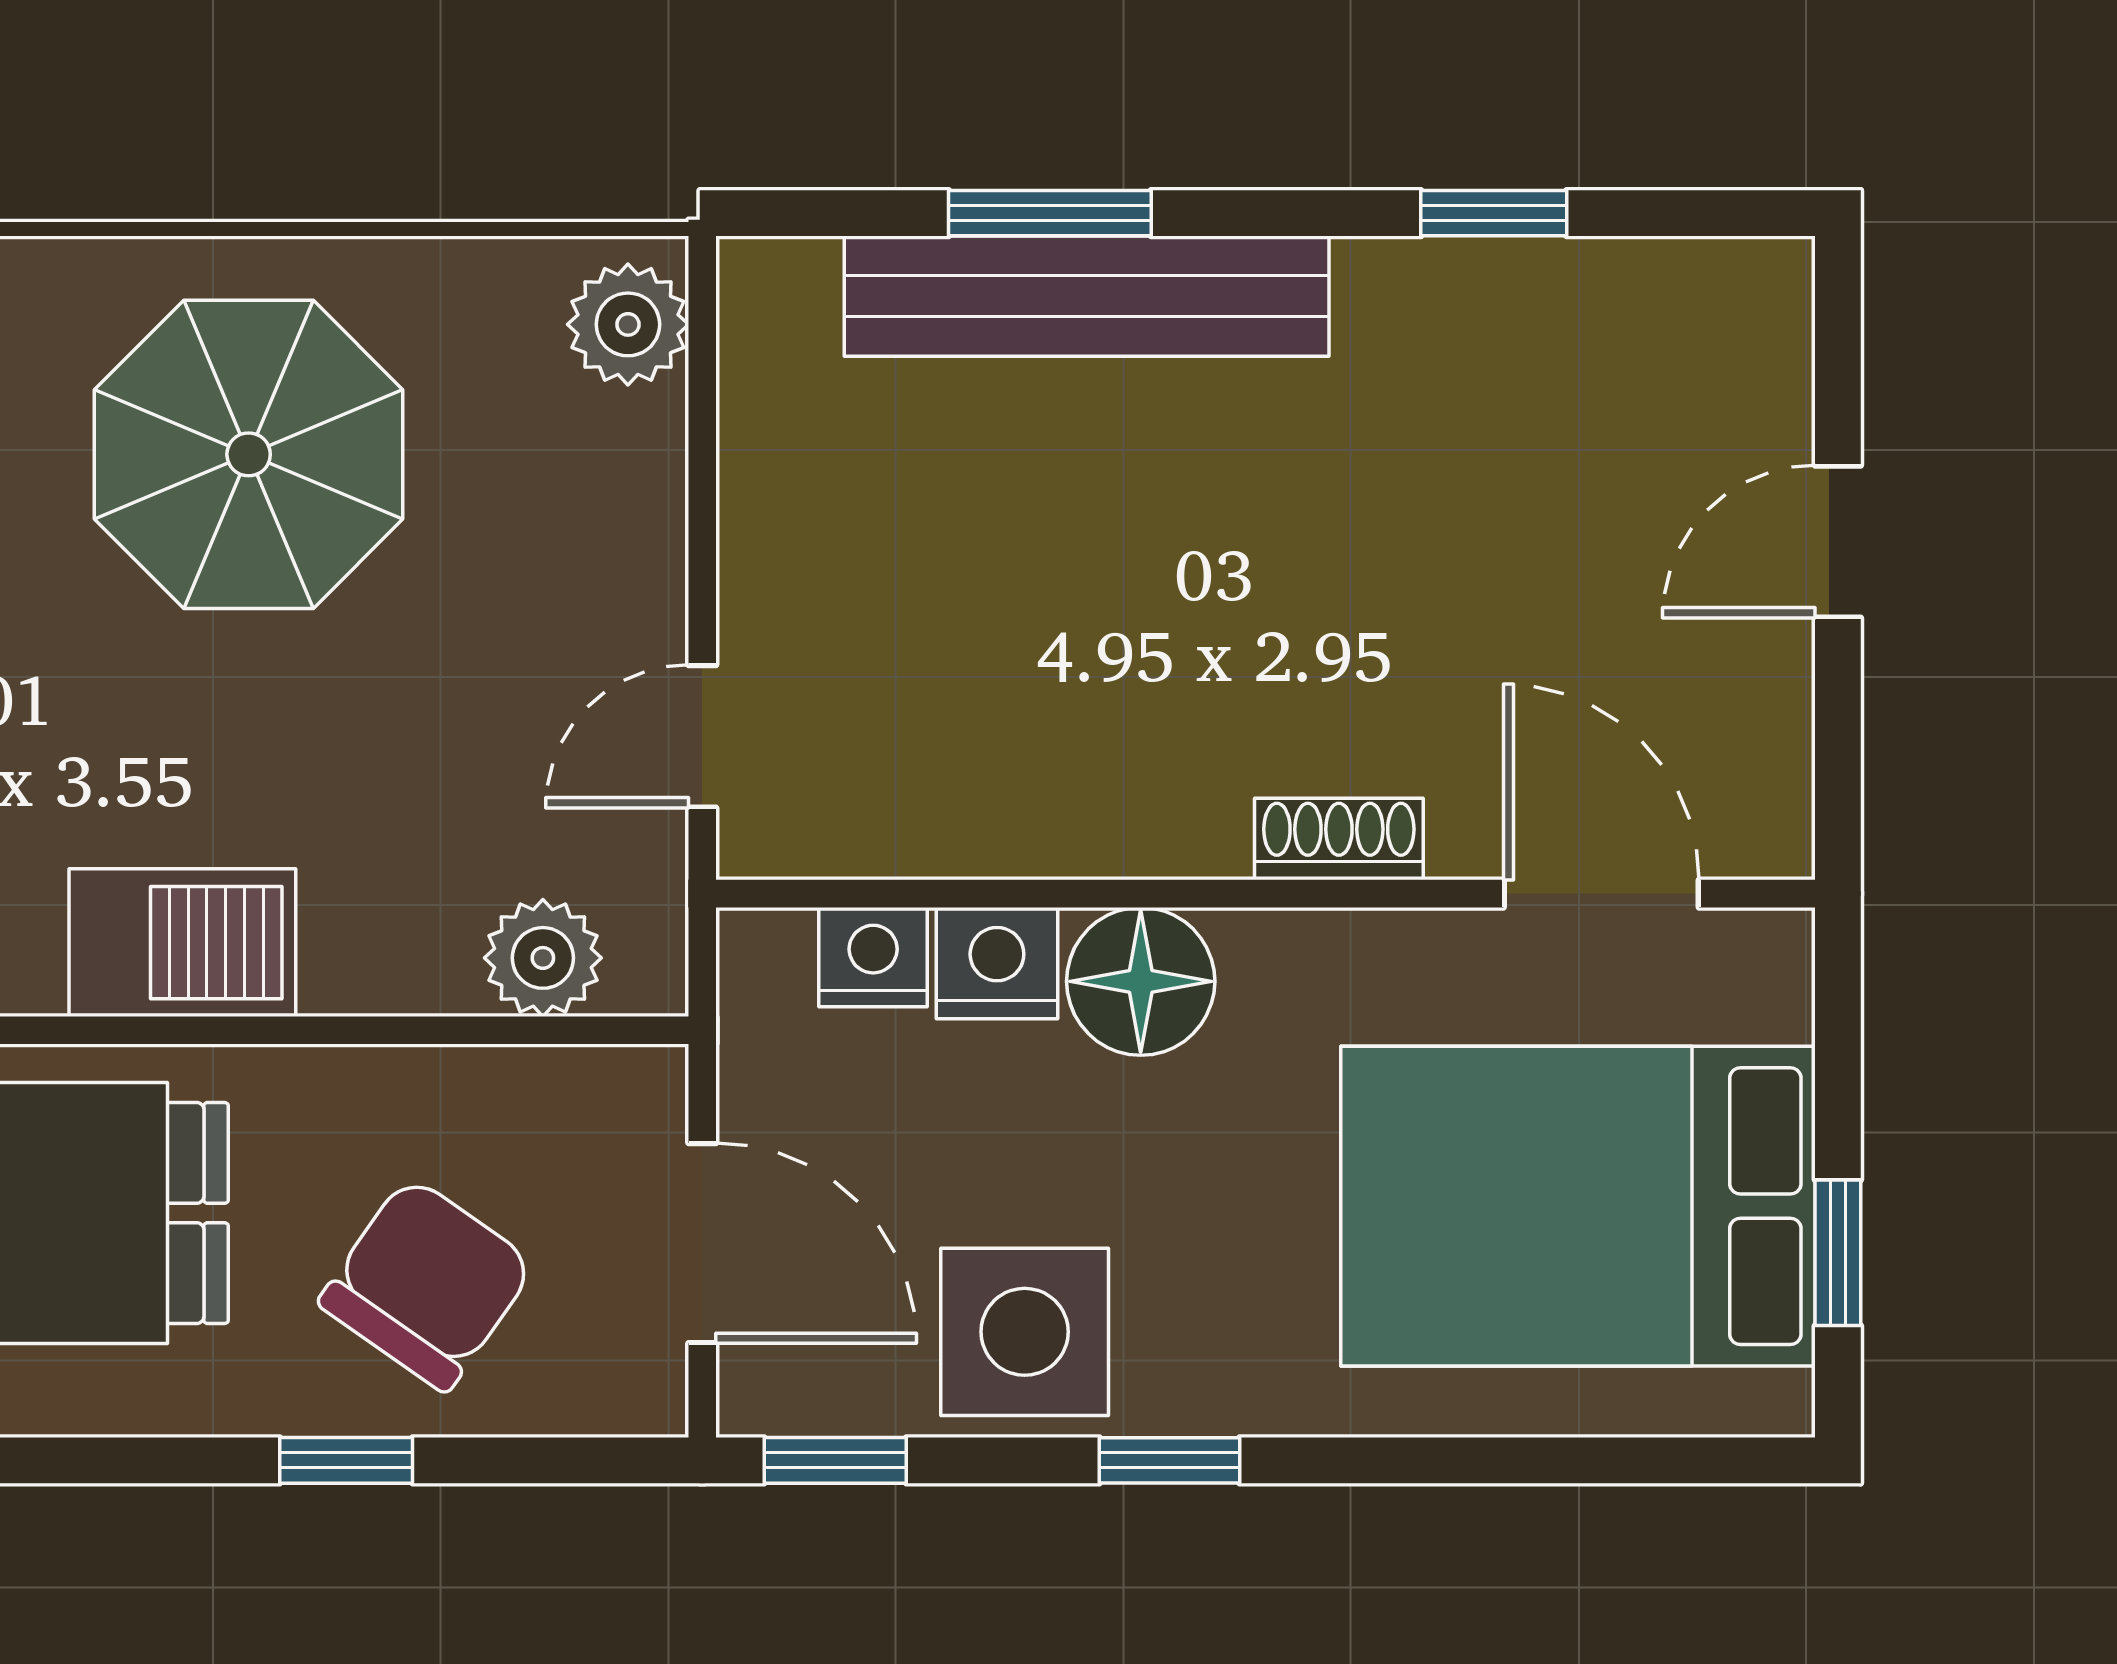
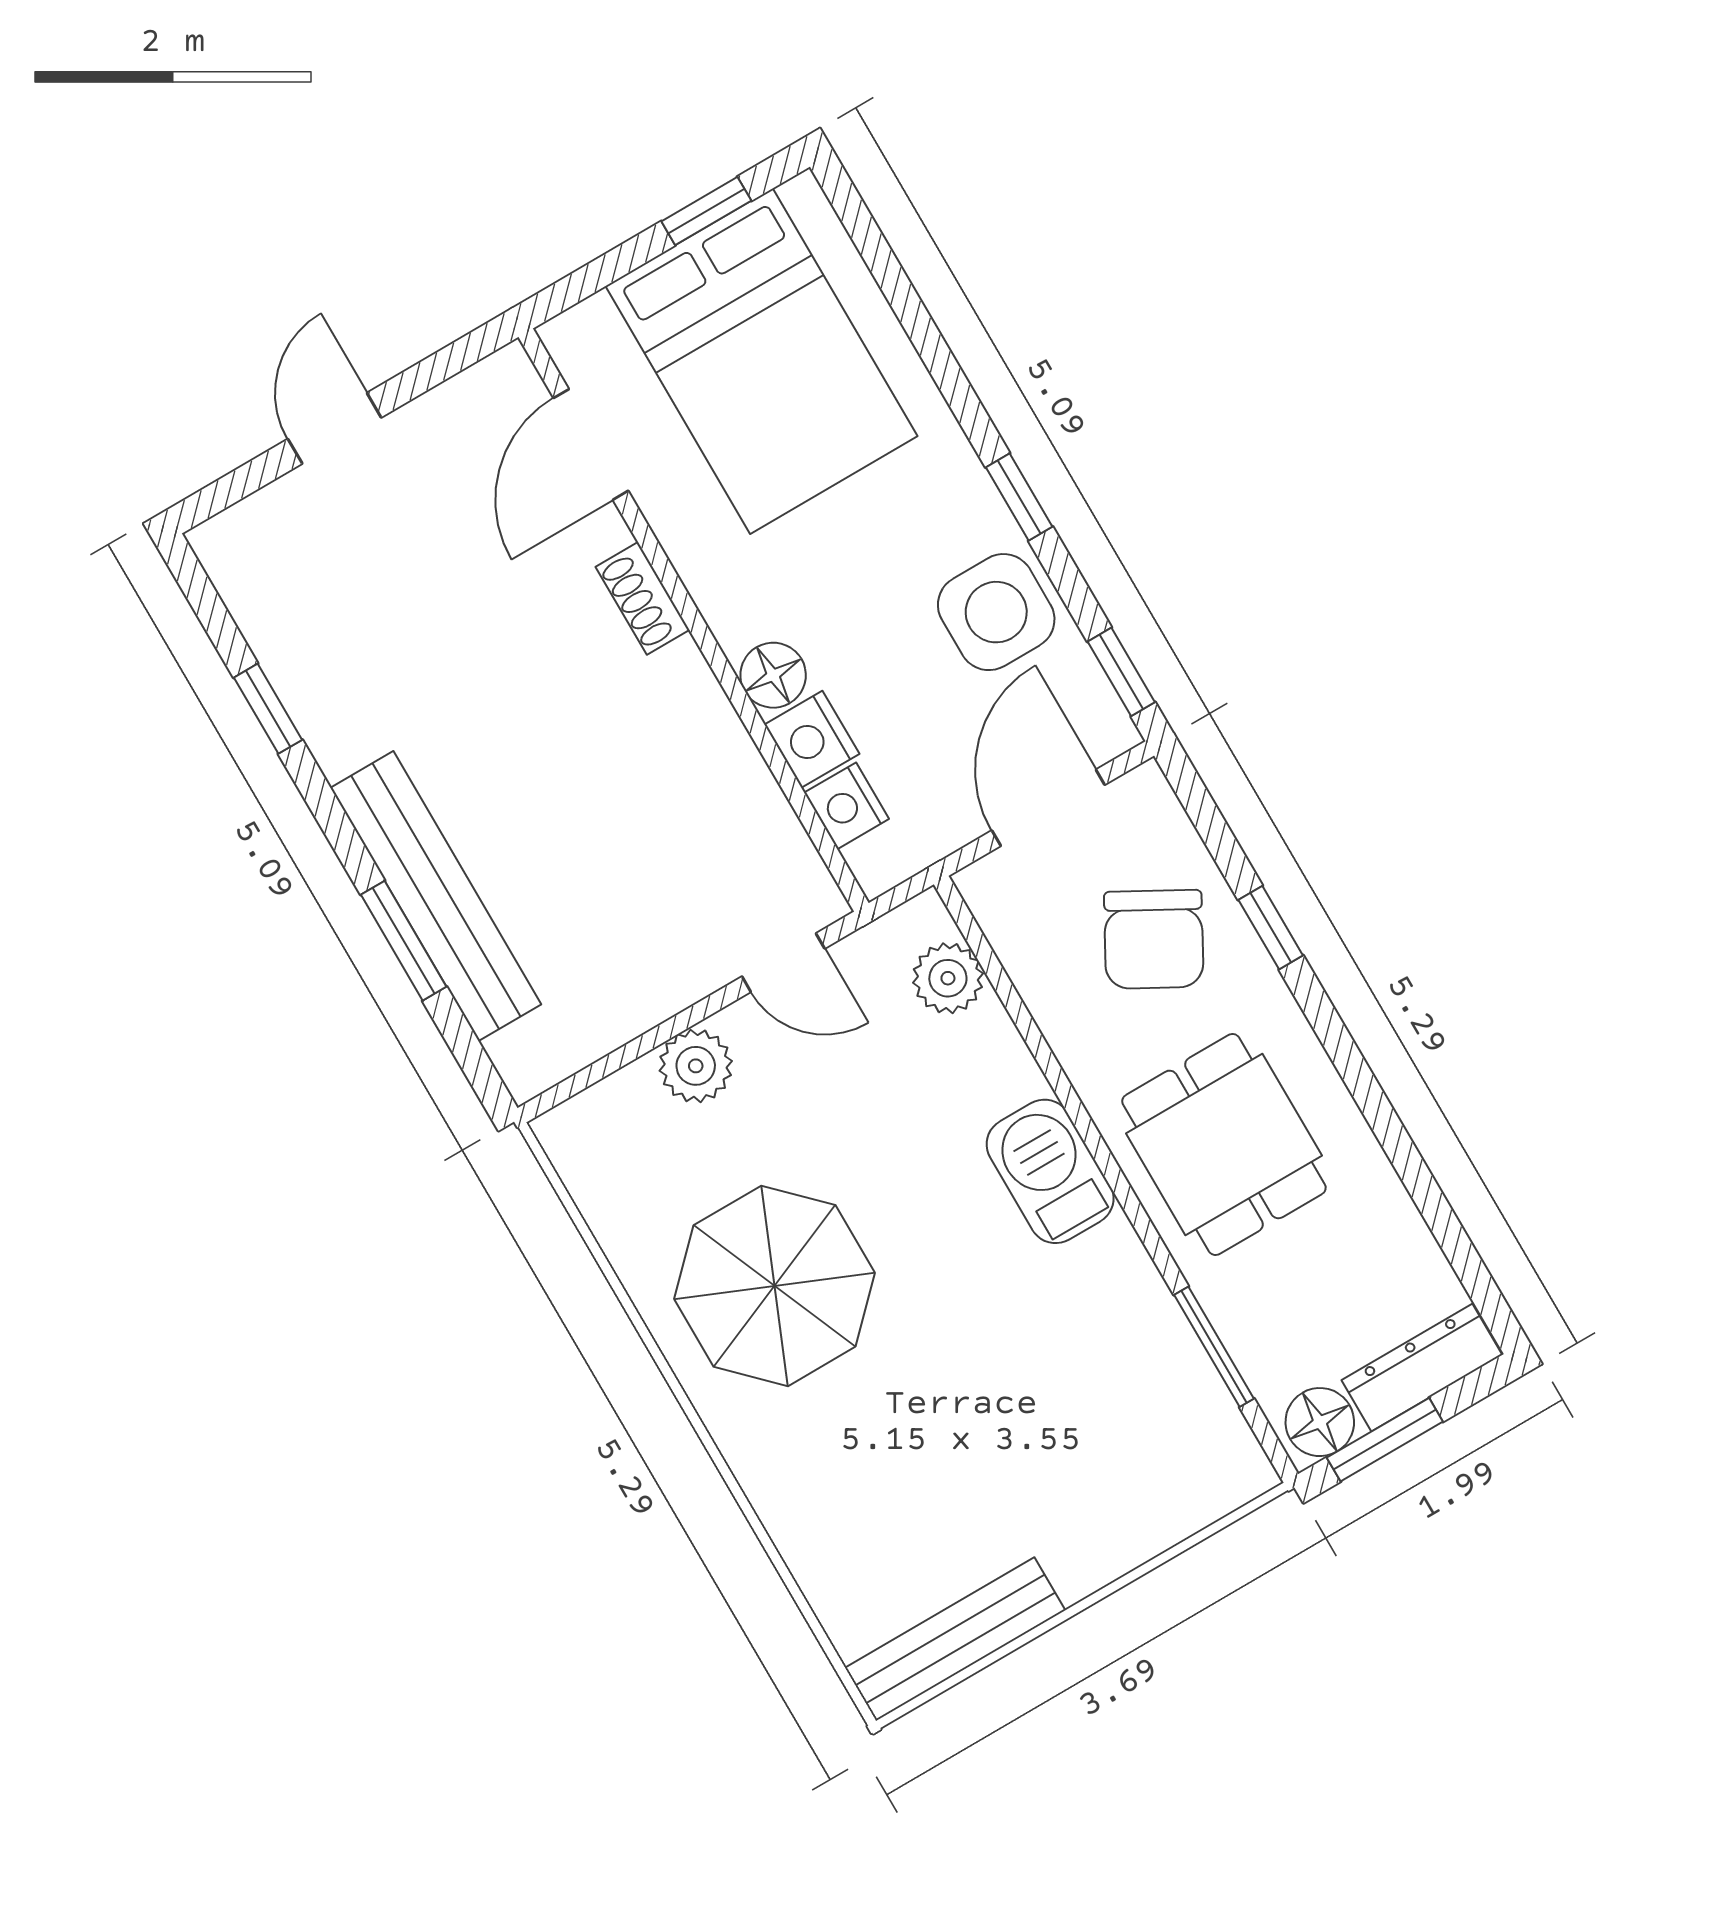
plant: (628, 324) -> (696, 1066), moved
door: (1838, 542) -> (335, 428), swing flipped
floor lamp: (1141, 981) -> (773, 675), width x0.73, depth x0.73
chair: (427, 1284) -> (1154, 939), turned -96

